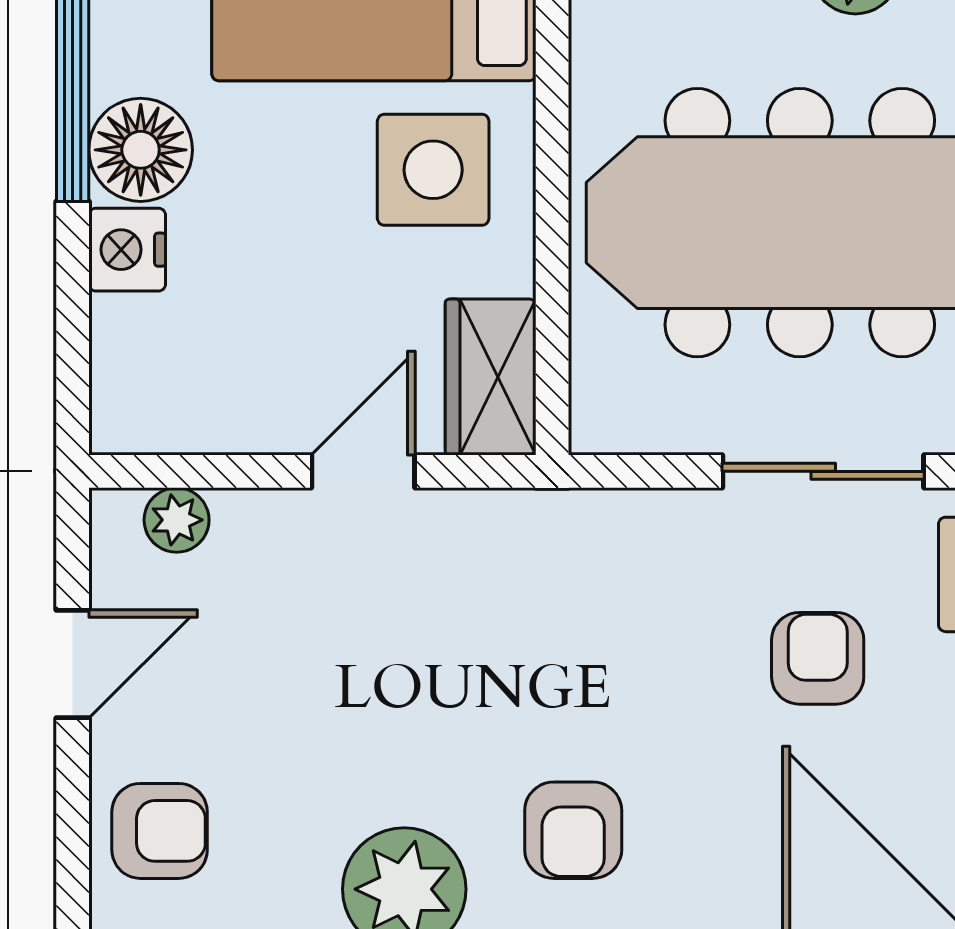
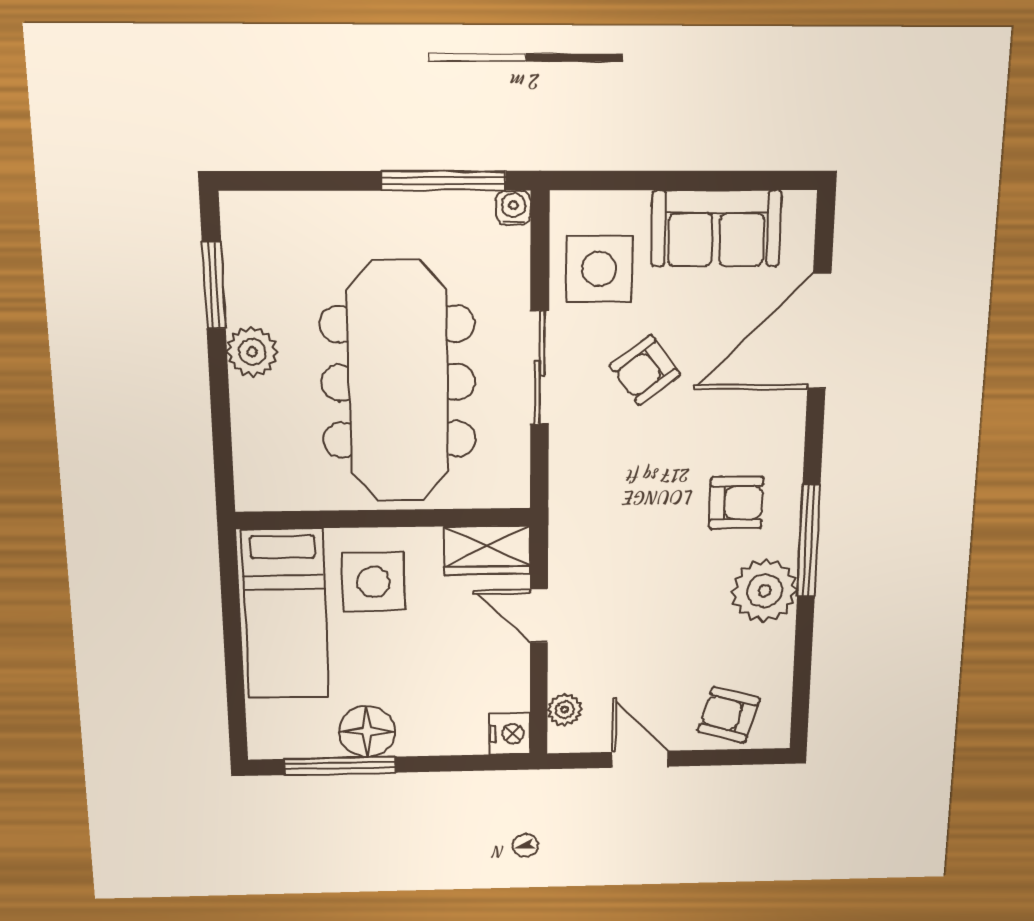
nightstand: (127, 250) -> (510, 734), moved, turned -90
armchair: (818, 658) -> (645, 370), turned -37
armchair: (160, 831) -> (729, 715), turned -74

